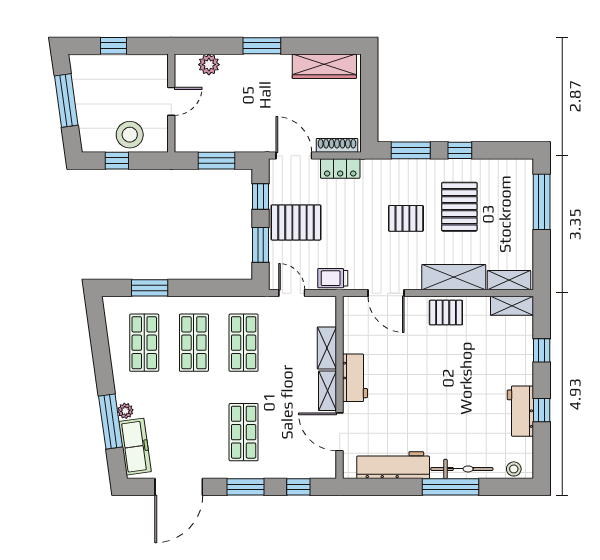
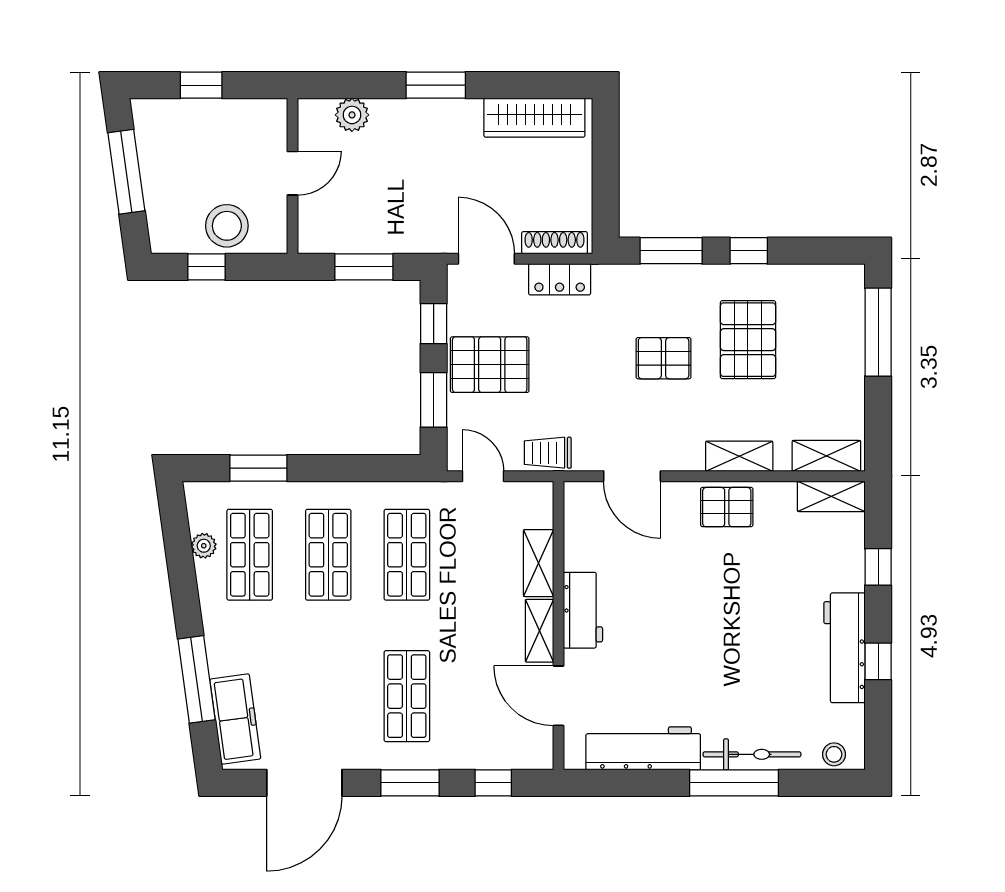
shelving: (454, 277) -> (739, 456), width x0.67, depth x0.75
plant: (125, 411) -> (204, 546), moved
workbench: (520, 411) -> (845, 648), width x1.37

